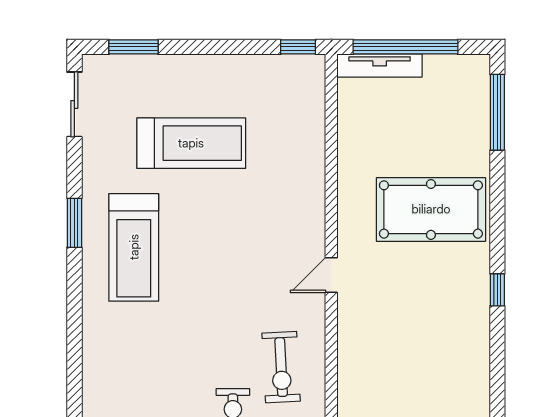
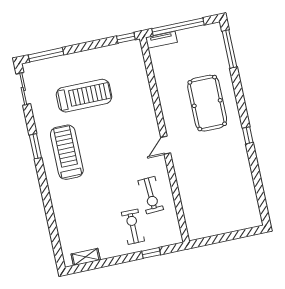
window: (134, 47) -> (46, 55), width x1.44
tv unit: (380, 66) -> (161, 40), width x0.71
pool table: (431, 209) -> (207, 103), turned 90
treadmill: (134, 247) -> (67, 152), turned 180

